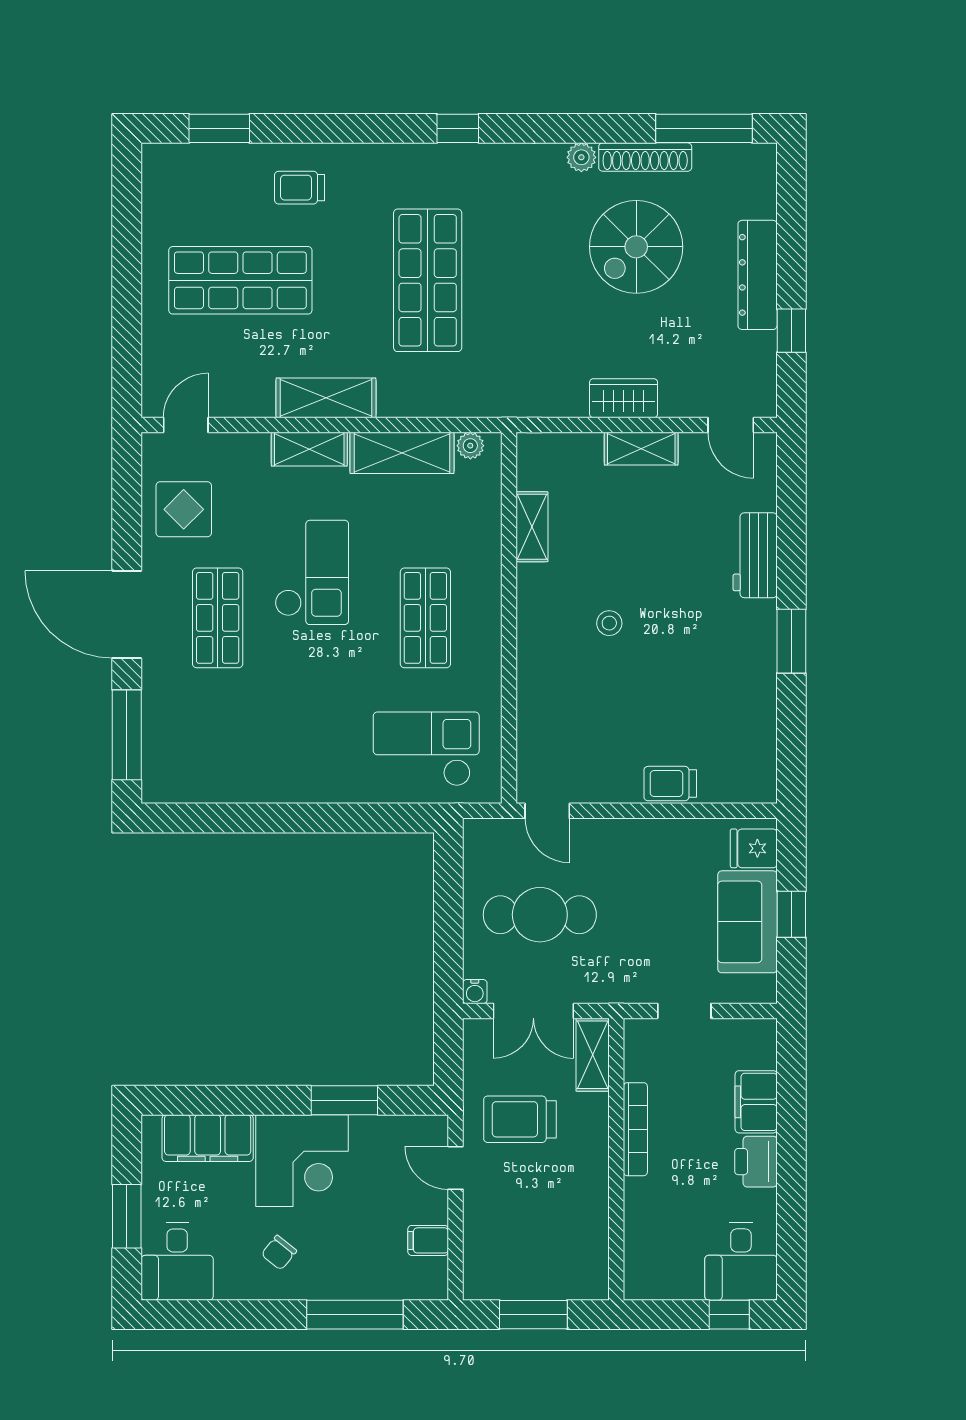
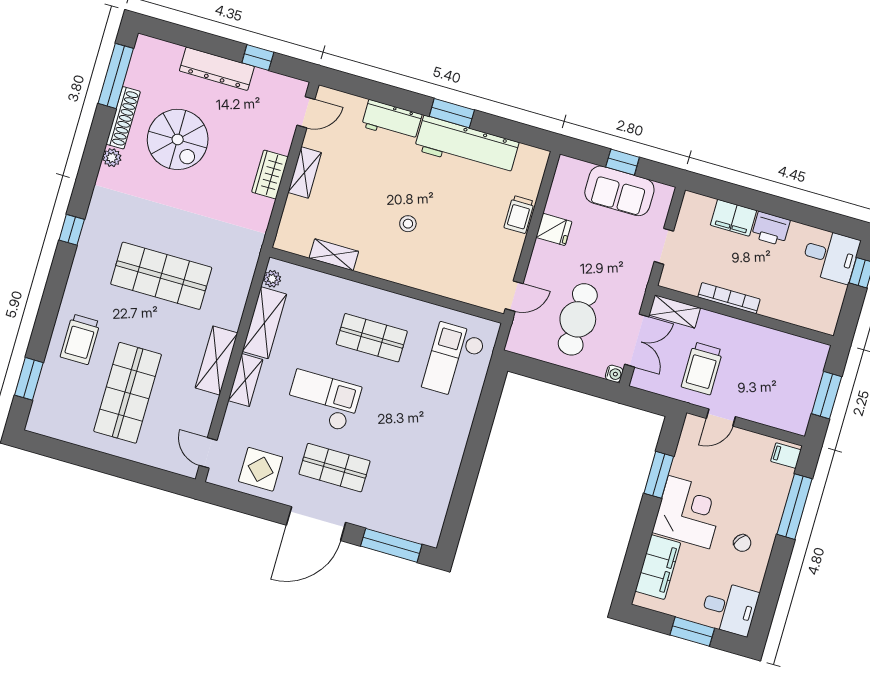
trolley: (299, 188) -> (80, 339), width x1.36, depth x1.39
workbench: (749, 677) -> (467, 146), added
fridge: (754, 848) -> (554, 229), moved, turned -90
filing cabinet: (428, 1240) -> (786, 456), moved, turned 90

